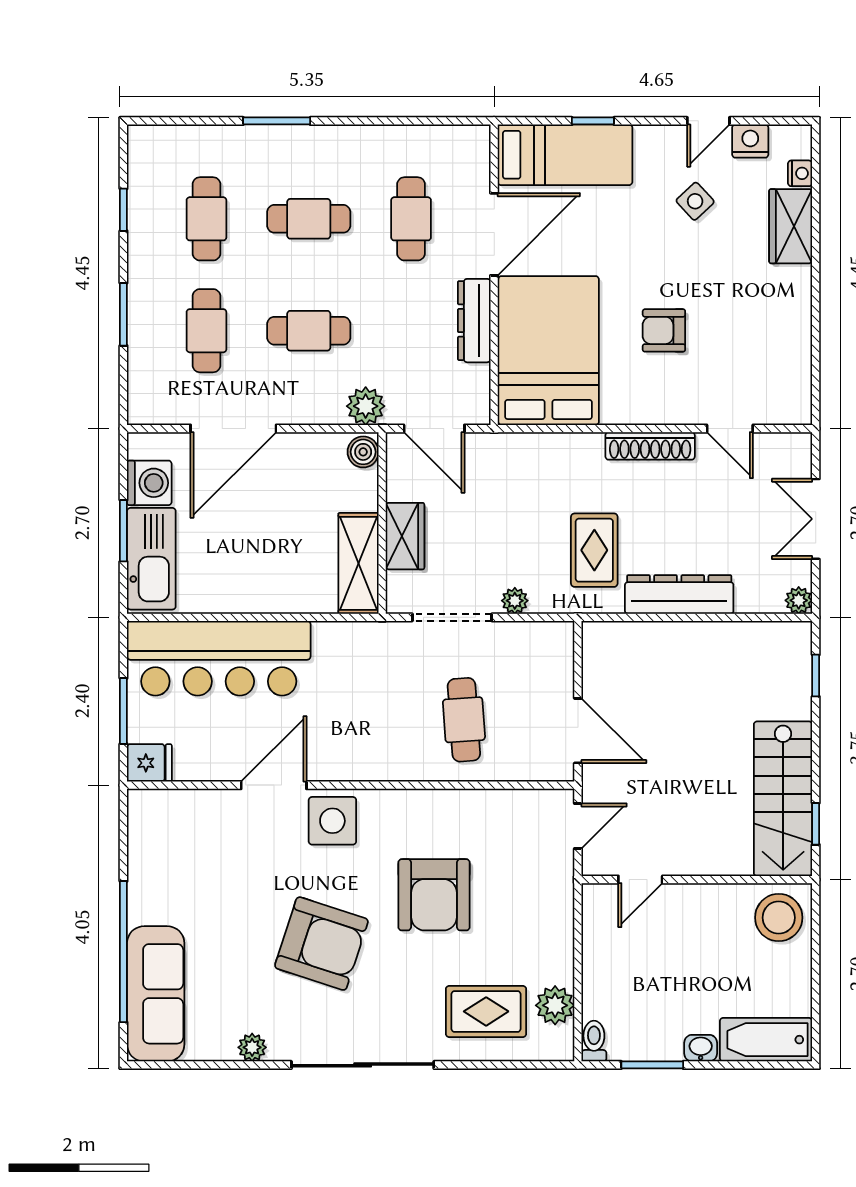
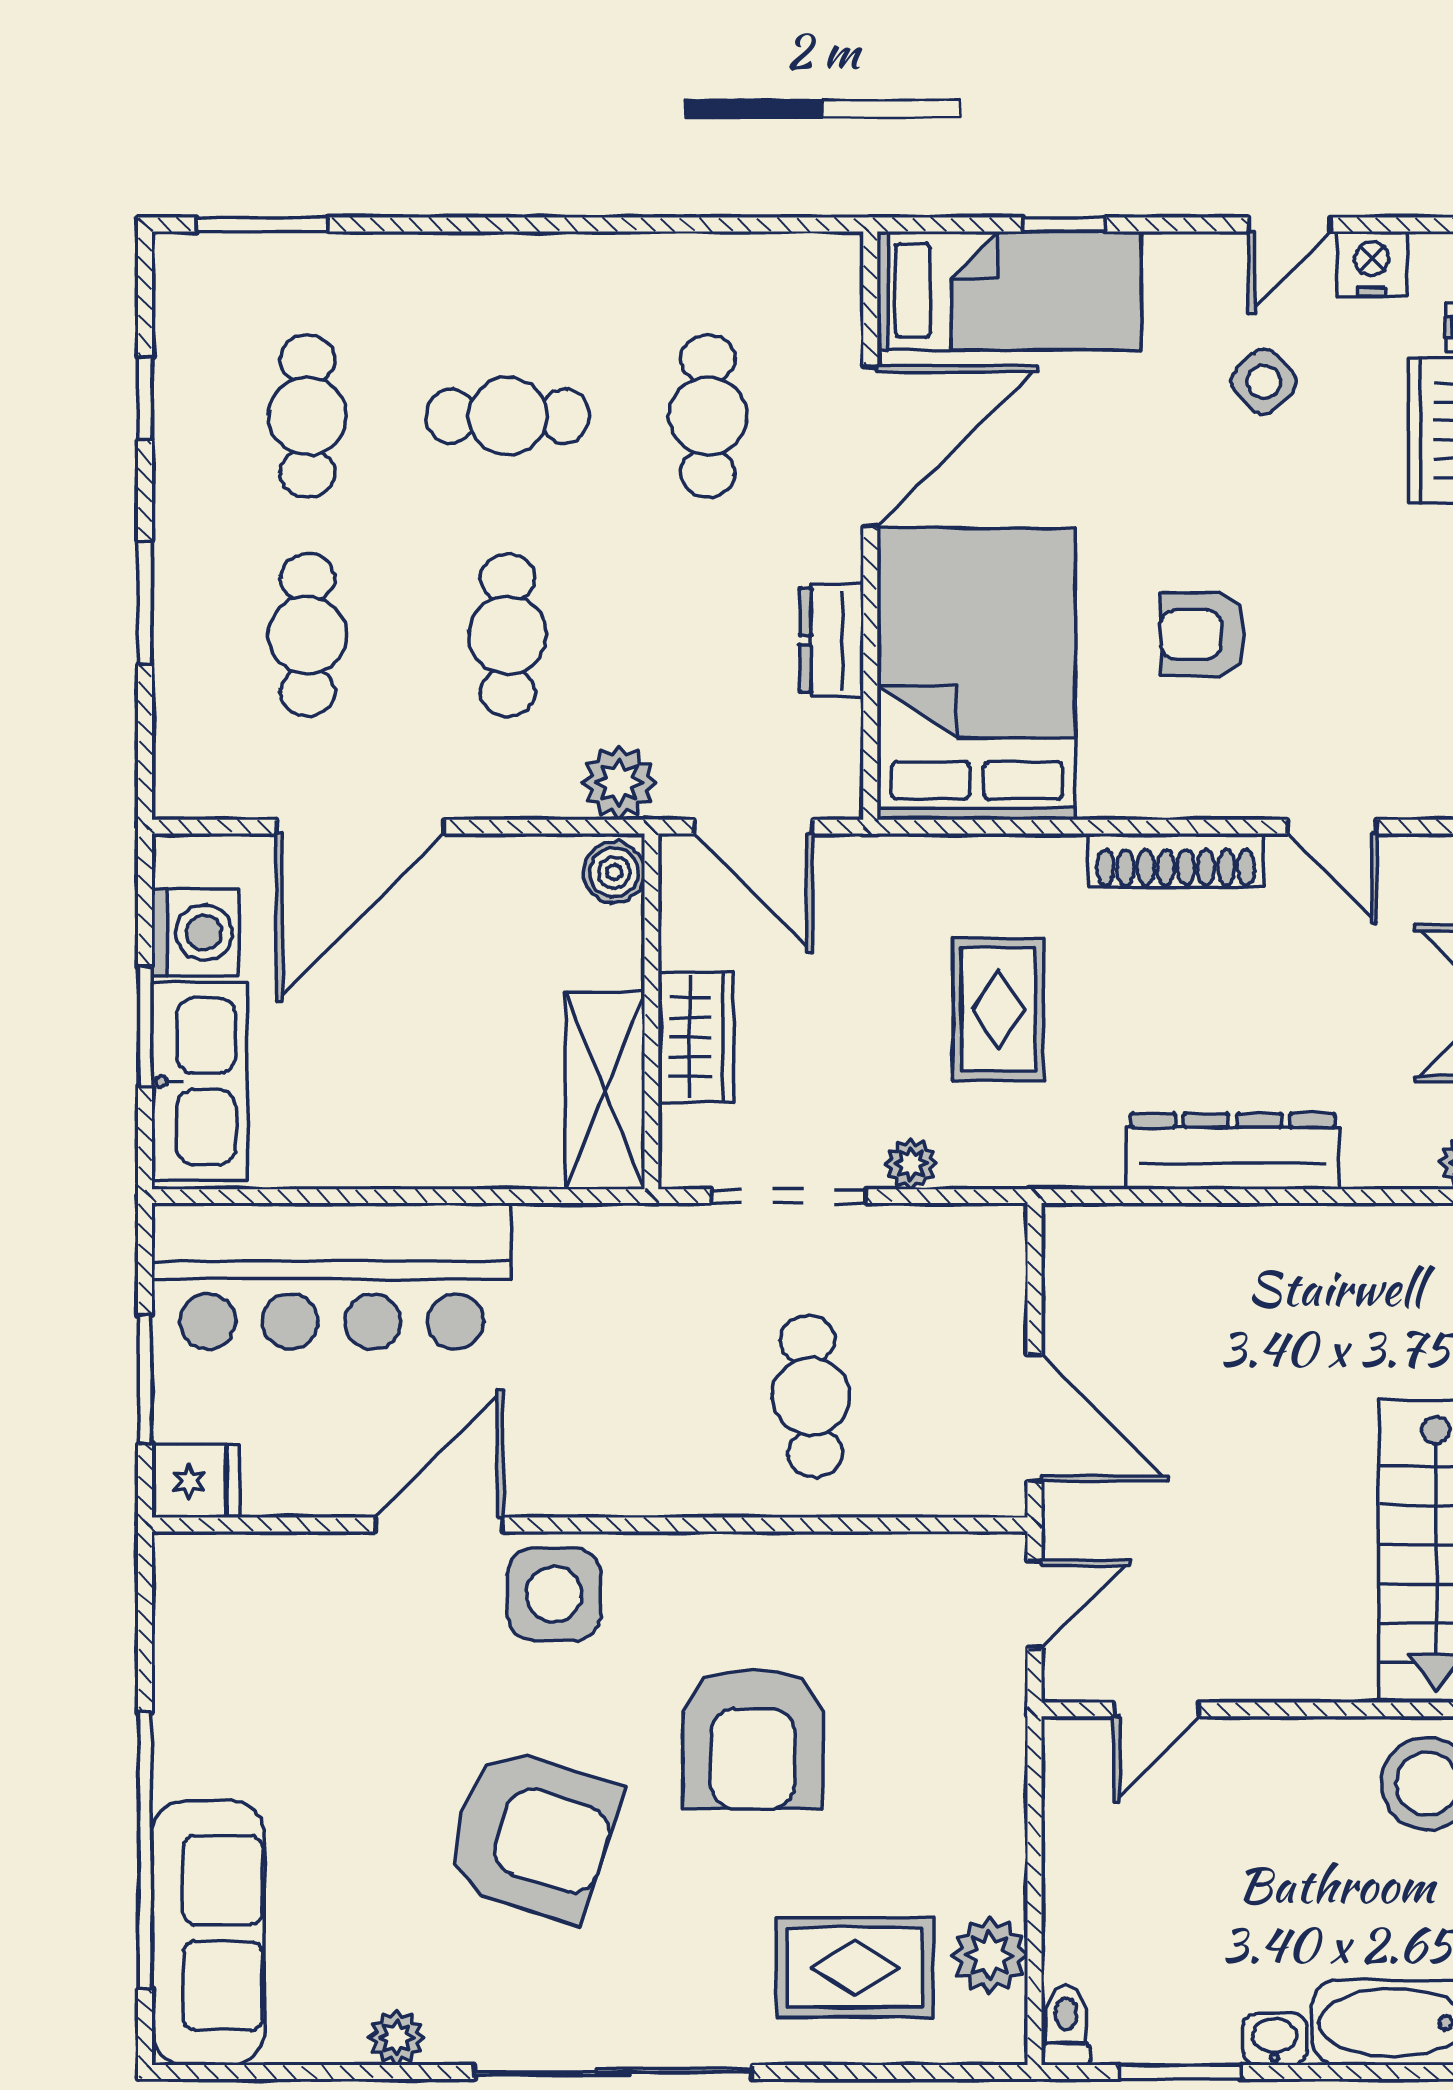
window: (277, 121) -> (262, 224), moved
dresser: (474, 321) -> (832, 640), width x0.70
cafe table: (309, 331) -> (508, 635), turned 90
rug: (594, 550) -> (998, 1010), moved

